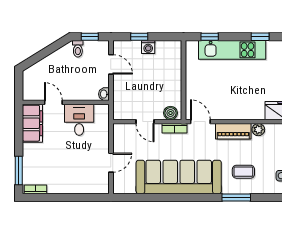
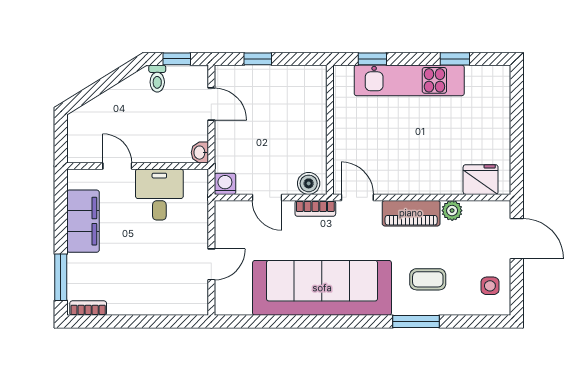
washing machine: (148, 47) -> (225, 184), moved, turned 180
filing cabinet: (32, 123) -> (83, 221), moved

